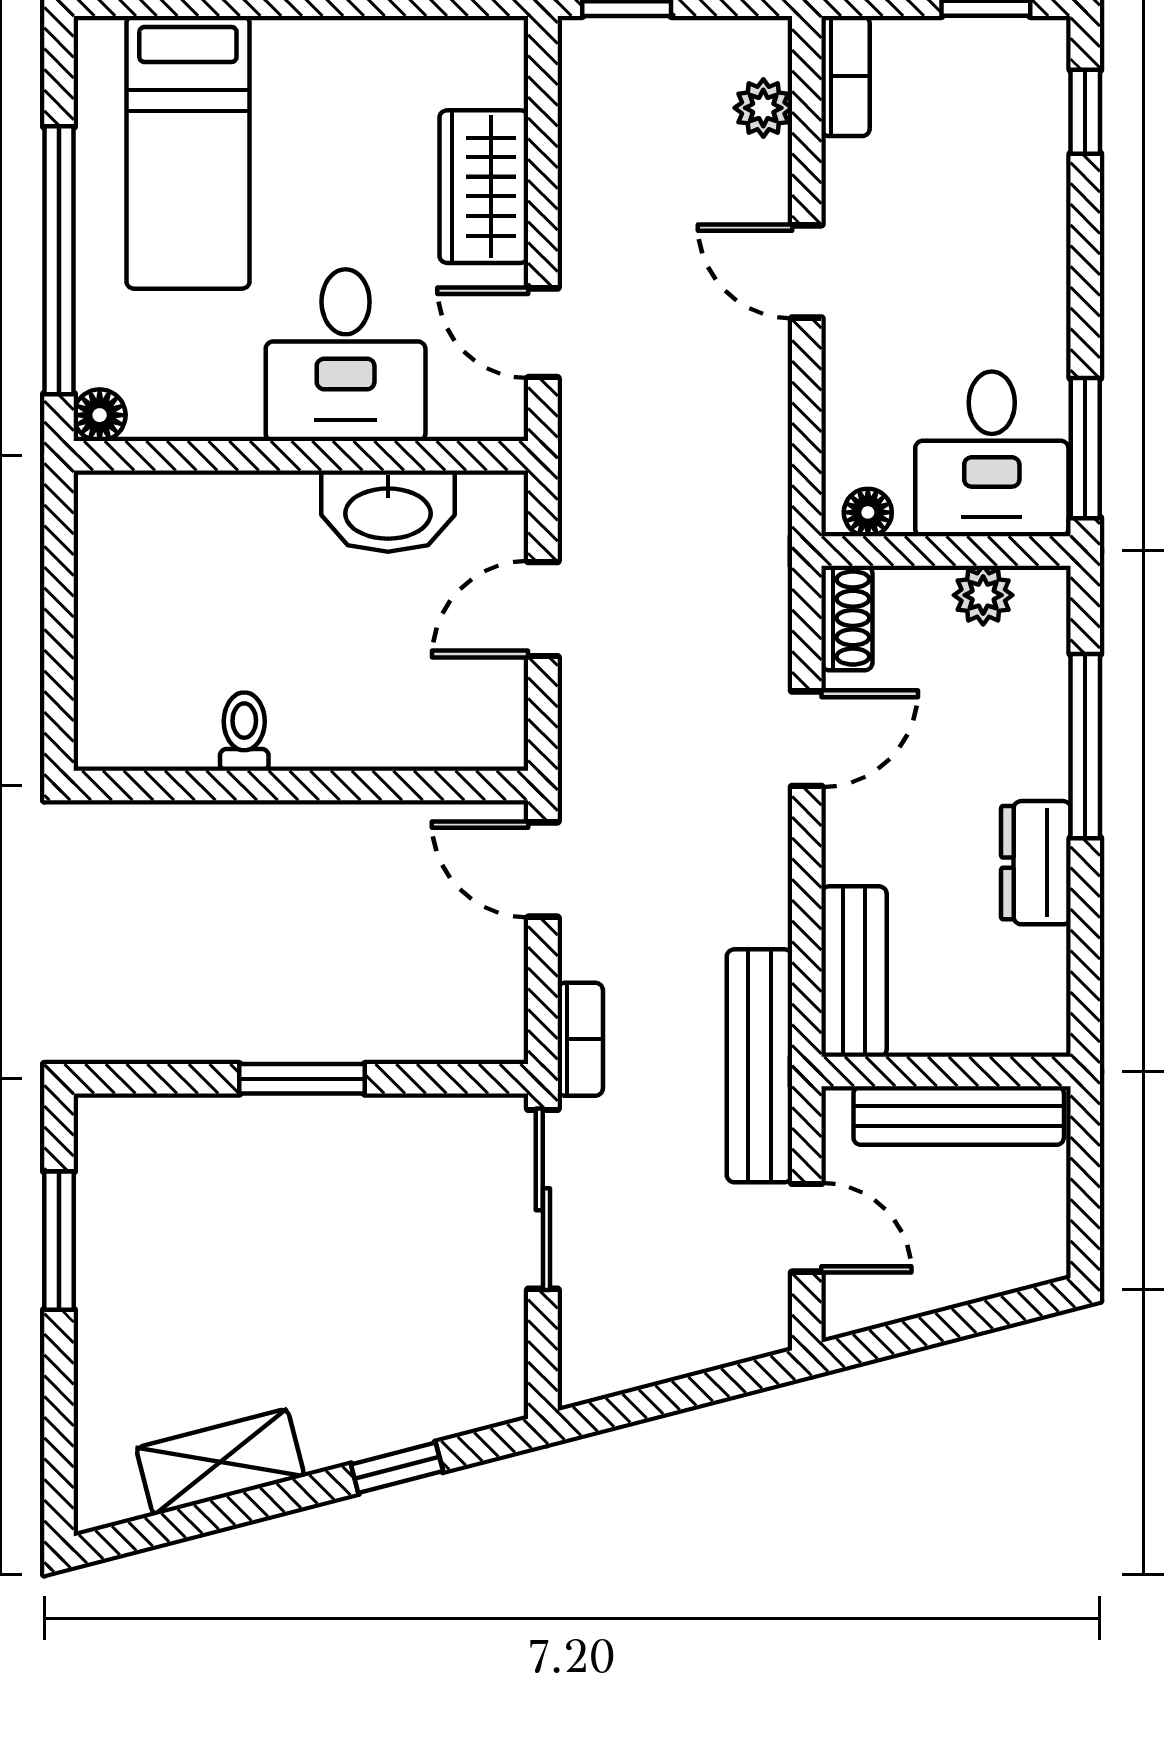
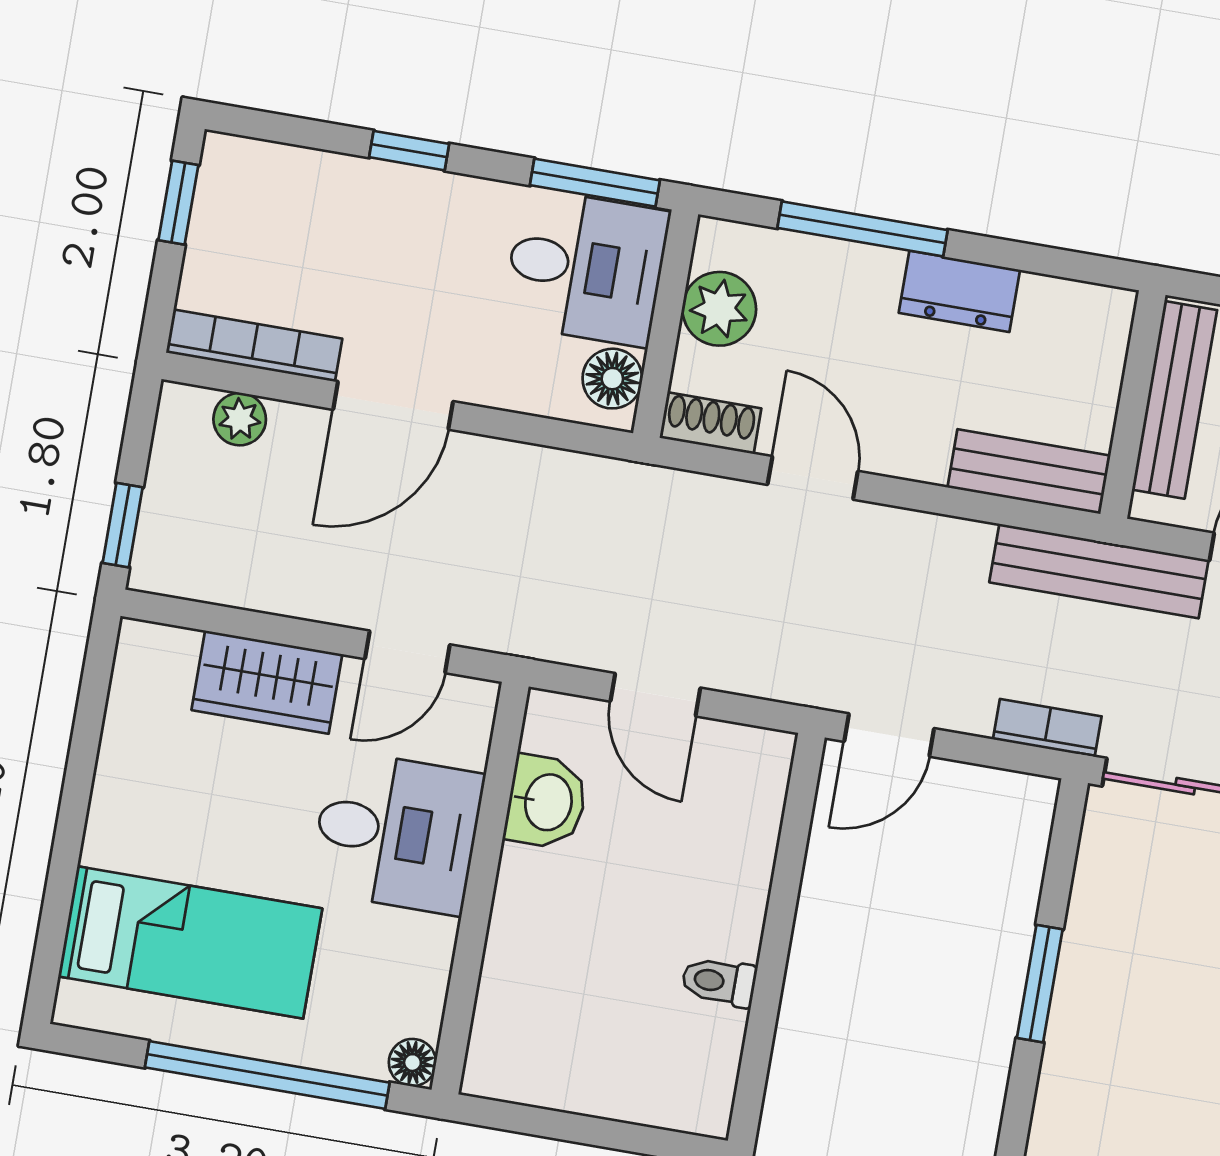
bookcase: (845, 76) -> (254, 346), width x1.56
window: (1085, 112) -> (409, 151), moved
door: (807, 271) -> (393, 405), width x1.38
washbasin: (388, 511) -> (546, 802), width x0.72
floor lamp: (868, 512) -> (612, 379), width x1.37, depth x1.37
plant: (983, 595) -> (719, 309), width x1.38, depth x1.38

